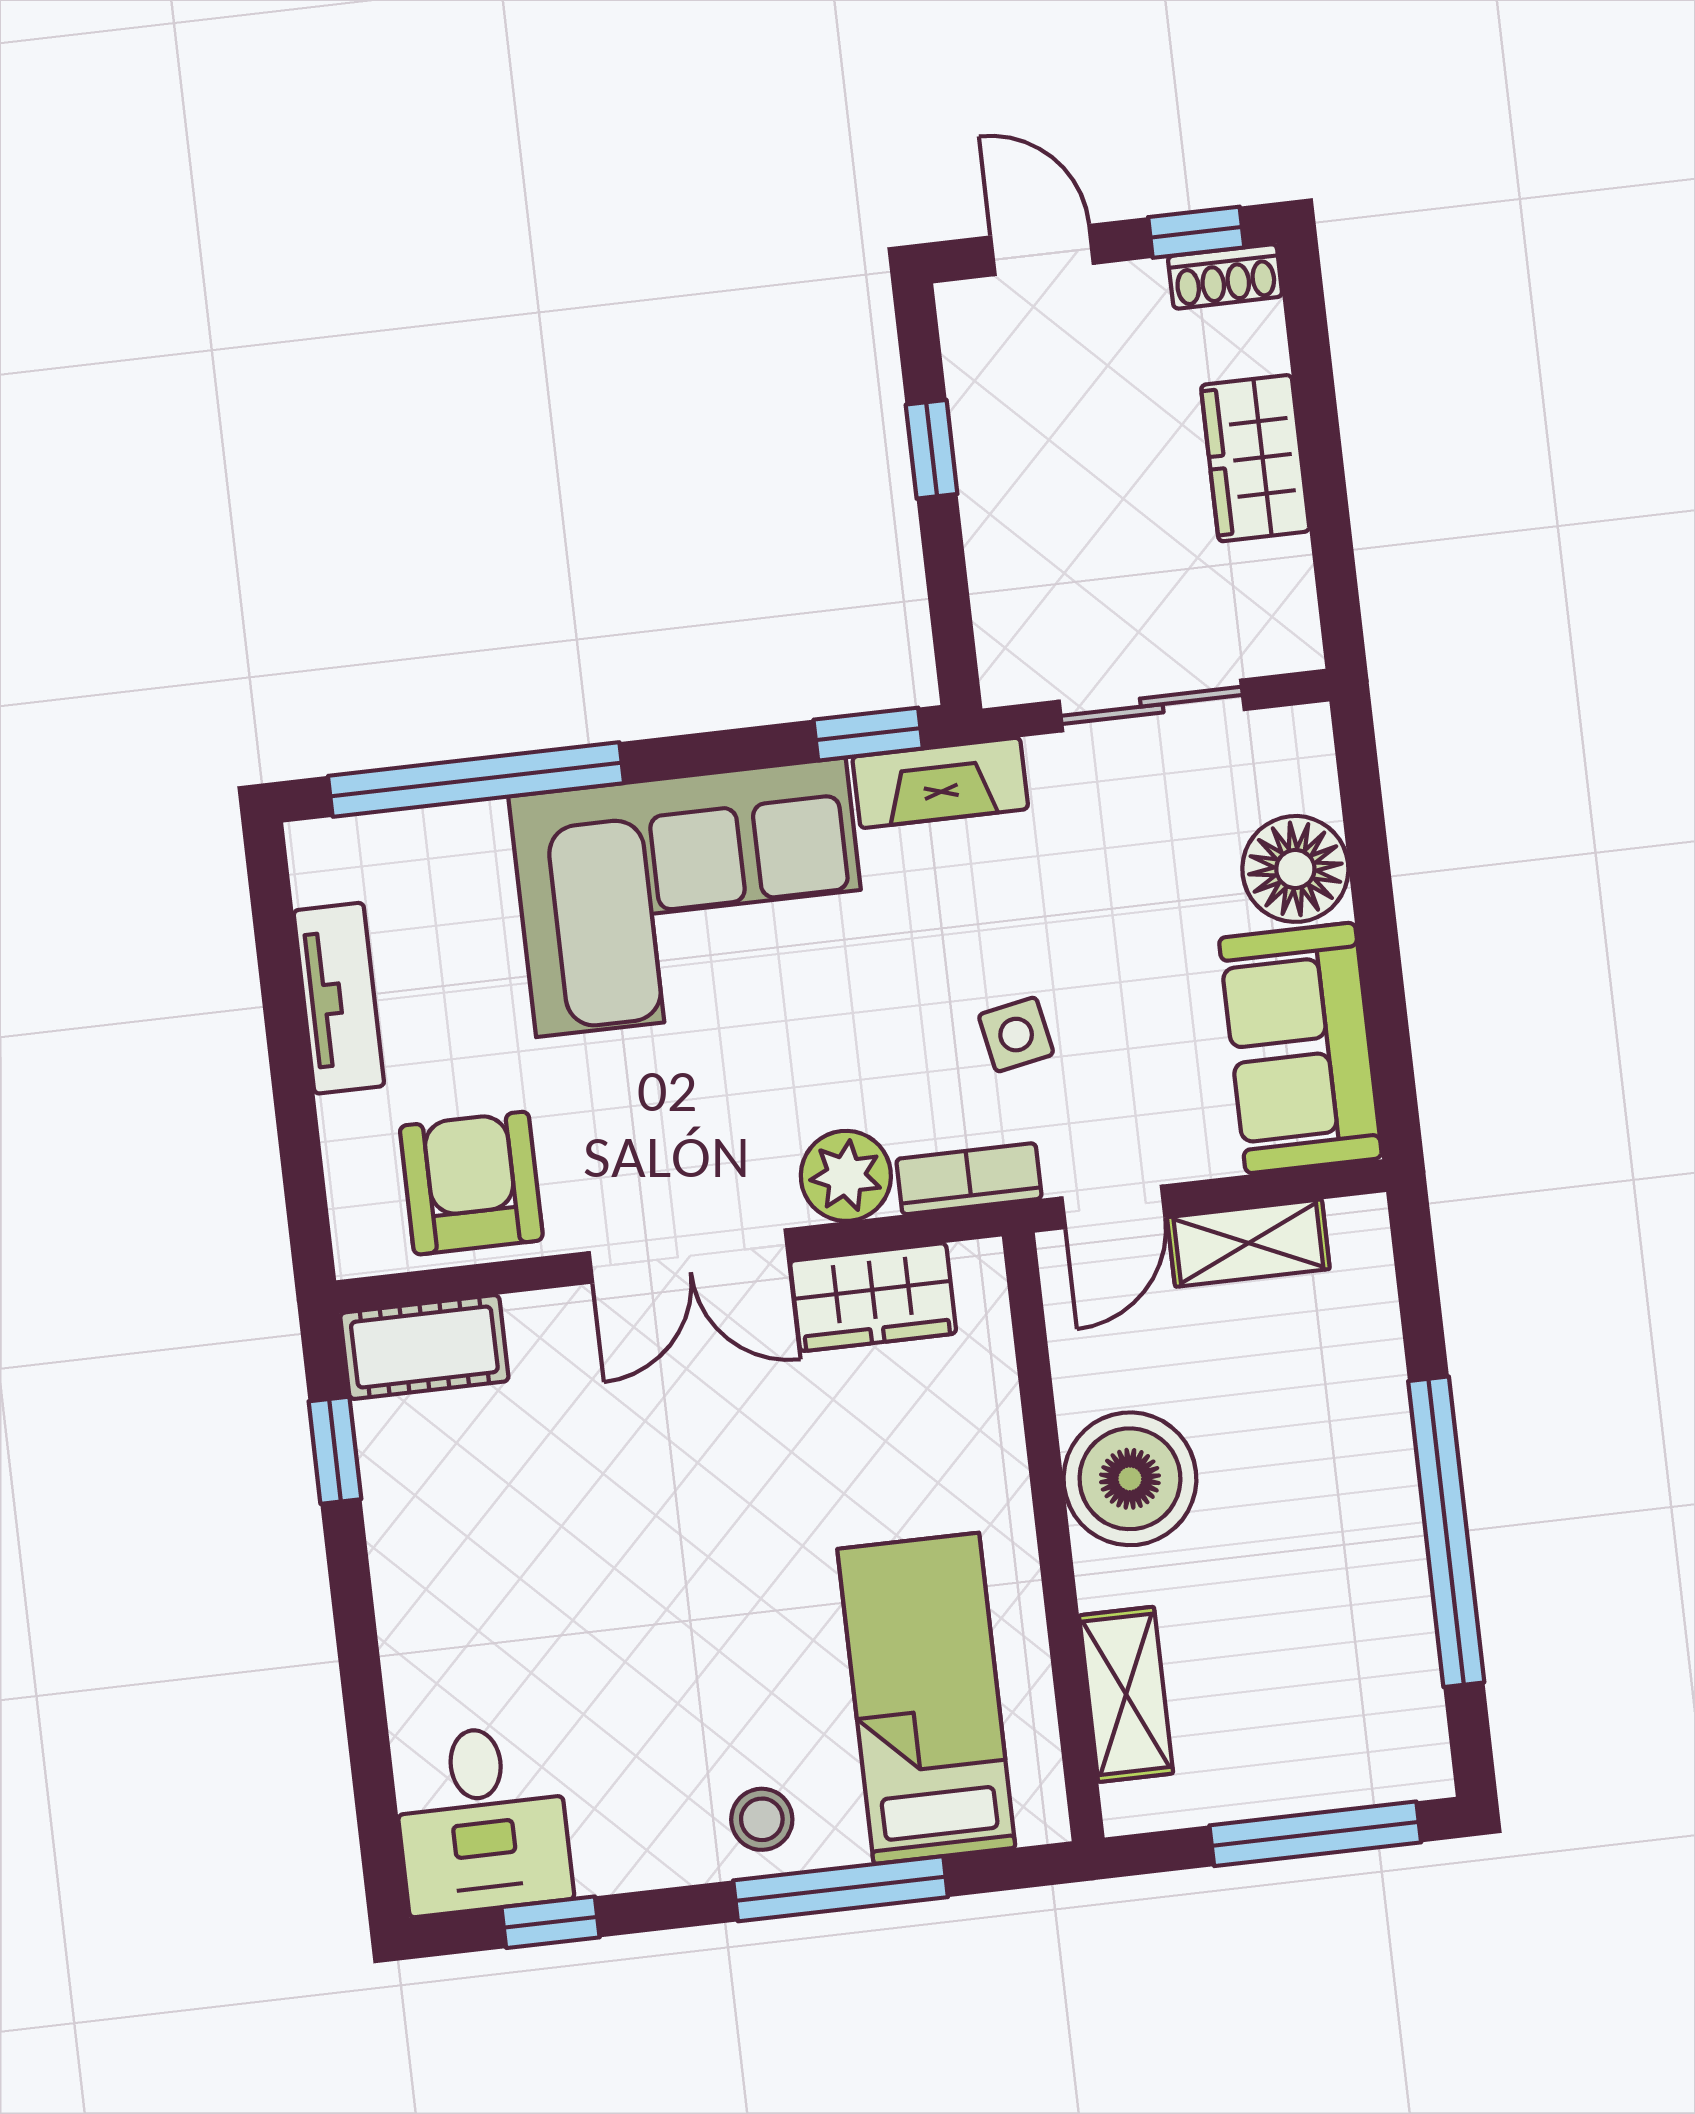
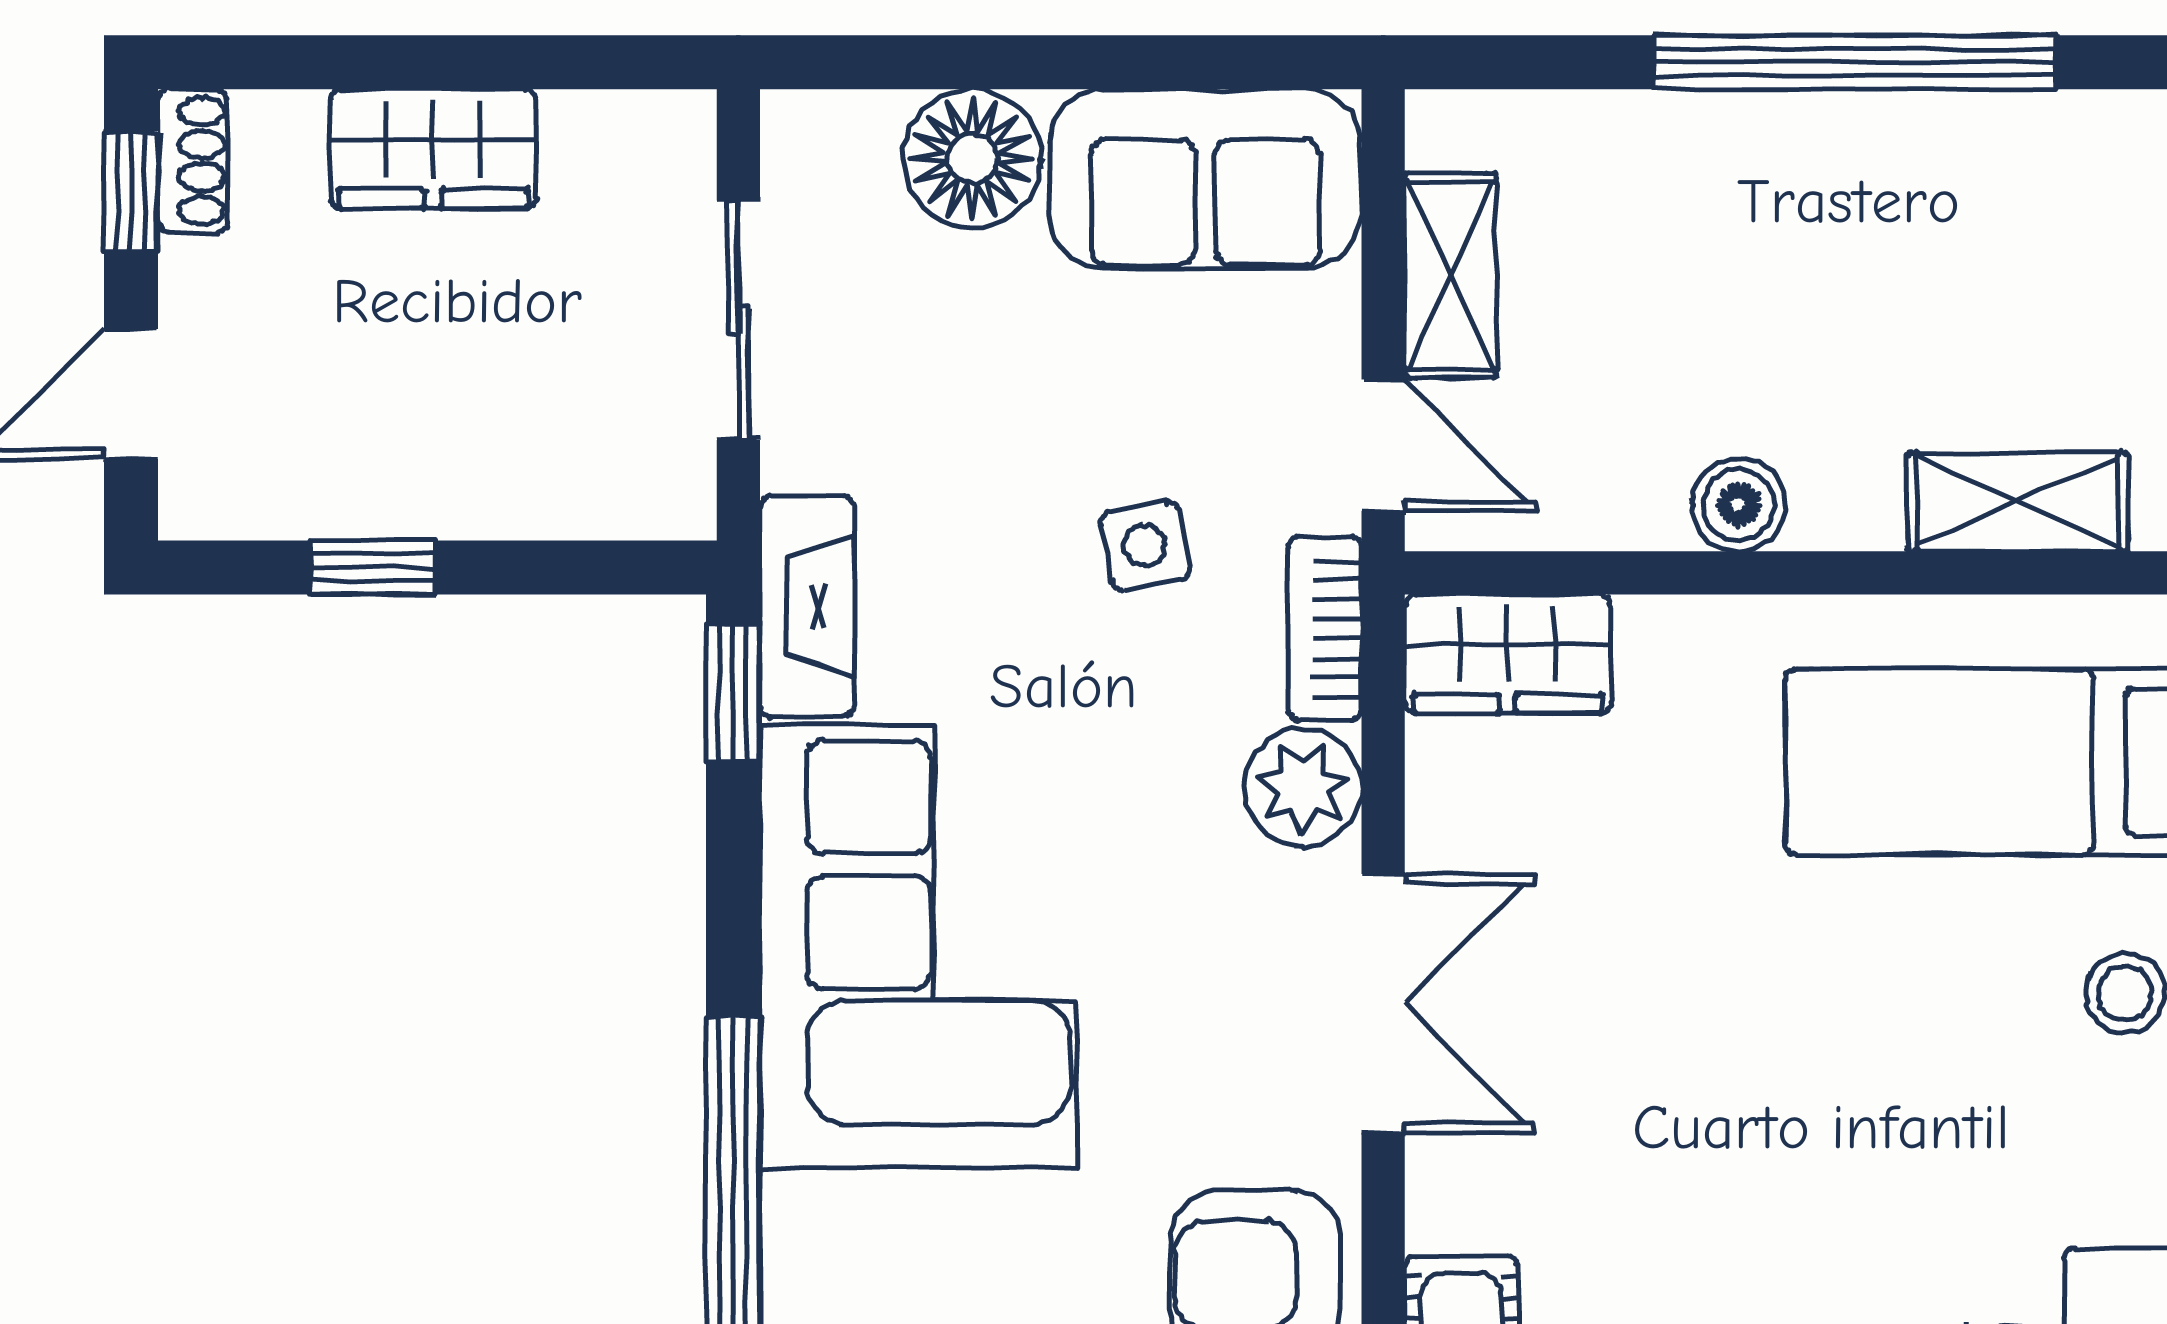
wardrobe: (873, 1297) -> (1508, 654), moved, turned 90
boiler: (1130, 1479) -> (1739, 505), width x0.54, depth x0.54

